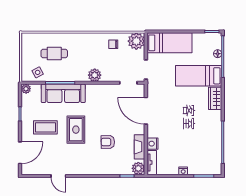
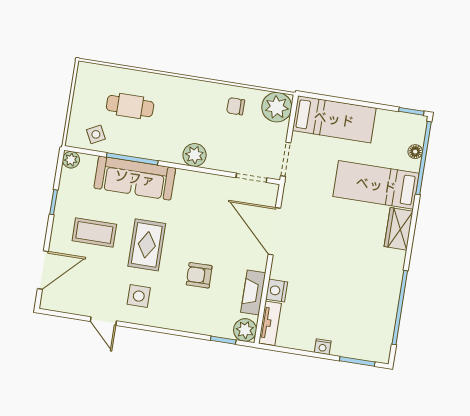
side table: (76, 159) -> (139, 296), added

